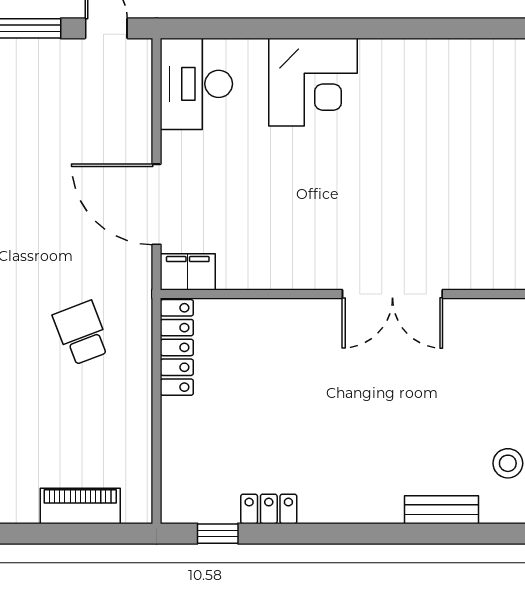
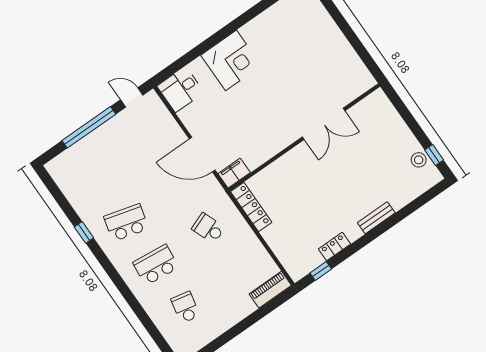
desk: (196, 84) -> (181, 89), width x0.73
piano: (80, 506) -> (270, 290), moved
bench: (441, 510) -> (376, 218), moved

